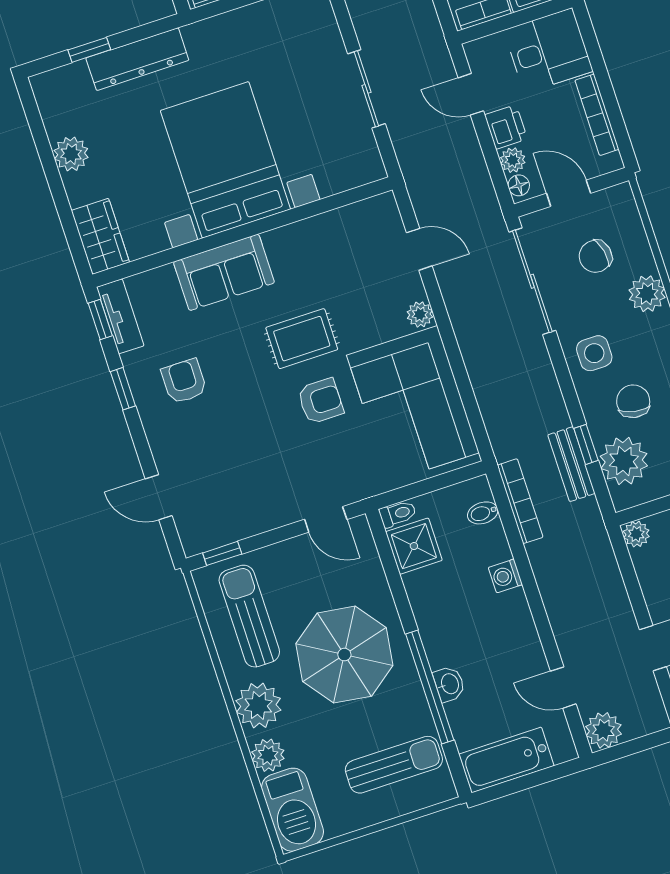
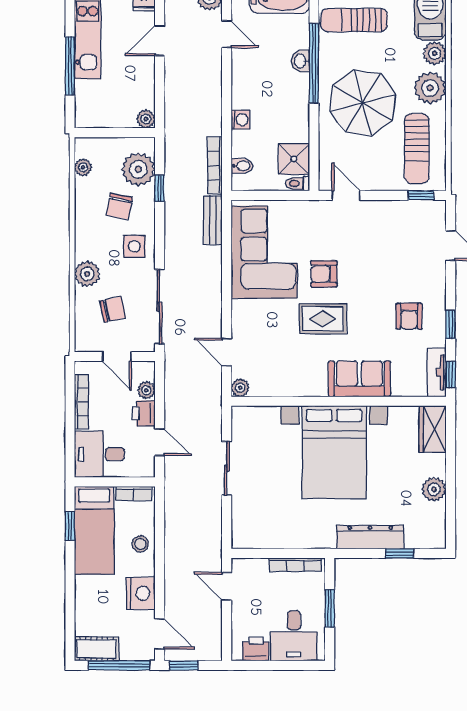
floor lamp: (519, 185) -> (148, 372), removed
plant: (420, 314) -> (240, 388), moved
bench: (571, 464) -> (213, 220), moved

